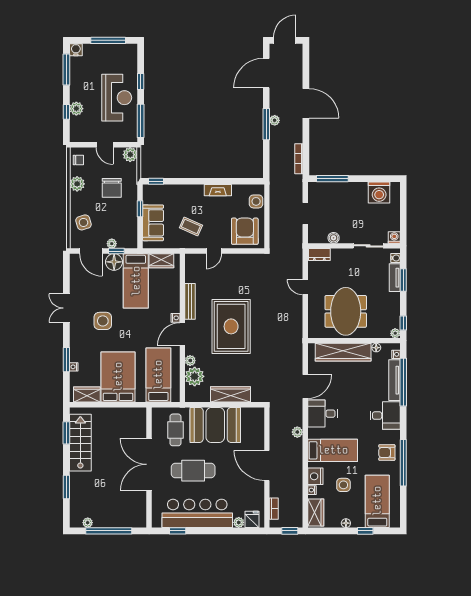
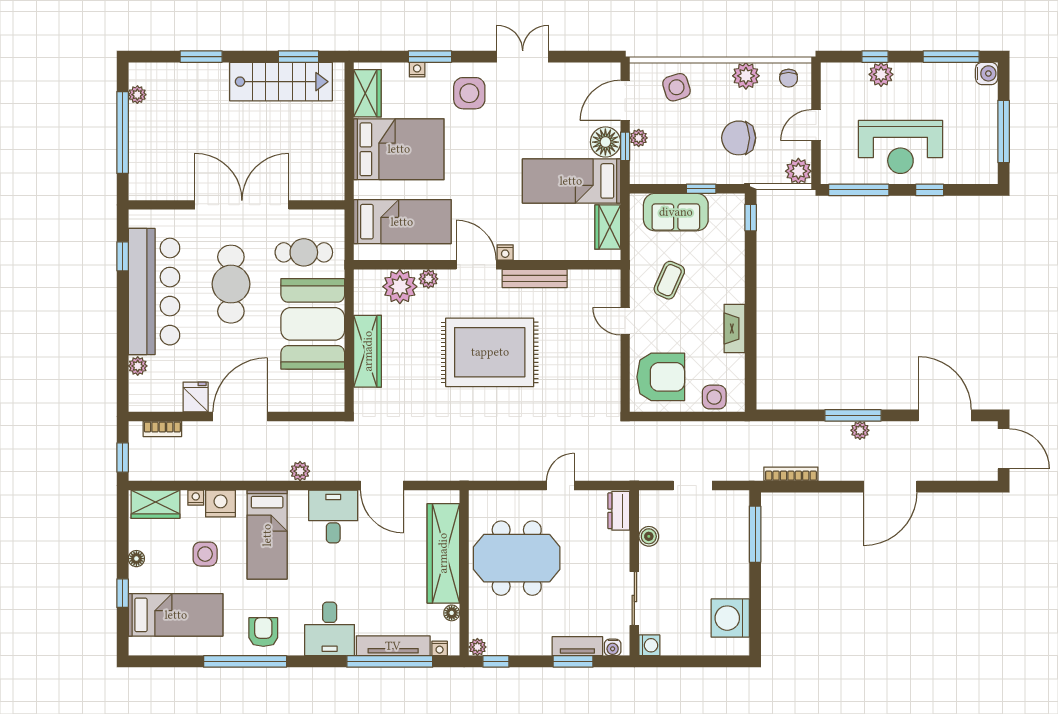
side table: (103, 321) -> (469, 93), moved
fridge: (252, 519) -> (196, 397), moved, turned -90

